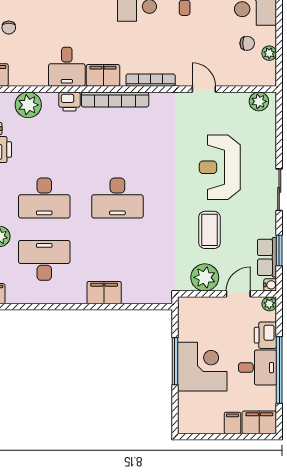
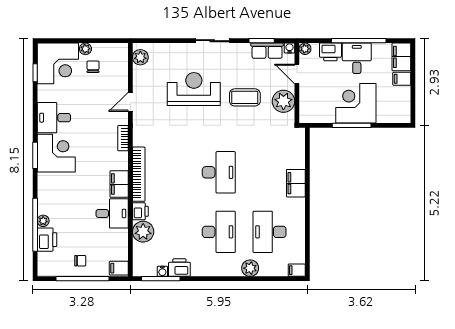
plant: (269, 53) -> (85, 49), moved
bookcase: (151, 80) -> (123, 138), width x0.64
plant: (28, 105) -> (143, 232), moved
reception desk: (220, 167) -> (194, 89), turned 180

